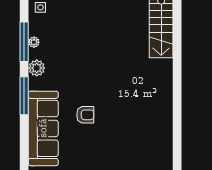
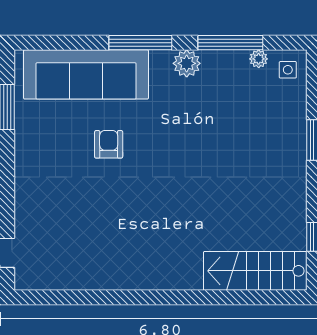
plant: (34, 42) -> (259, 59), moved
armchair: (85, 115) -> (109, 144), turned 180

